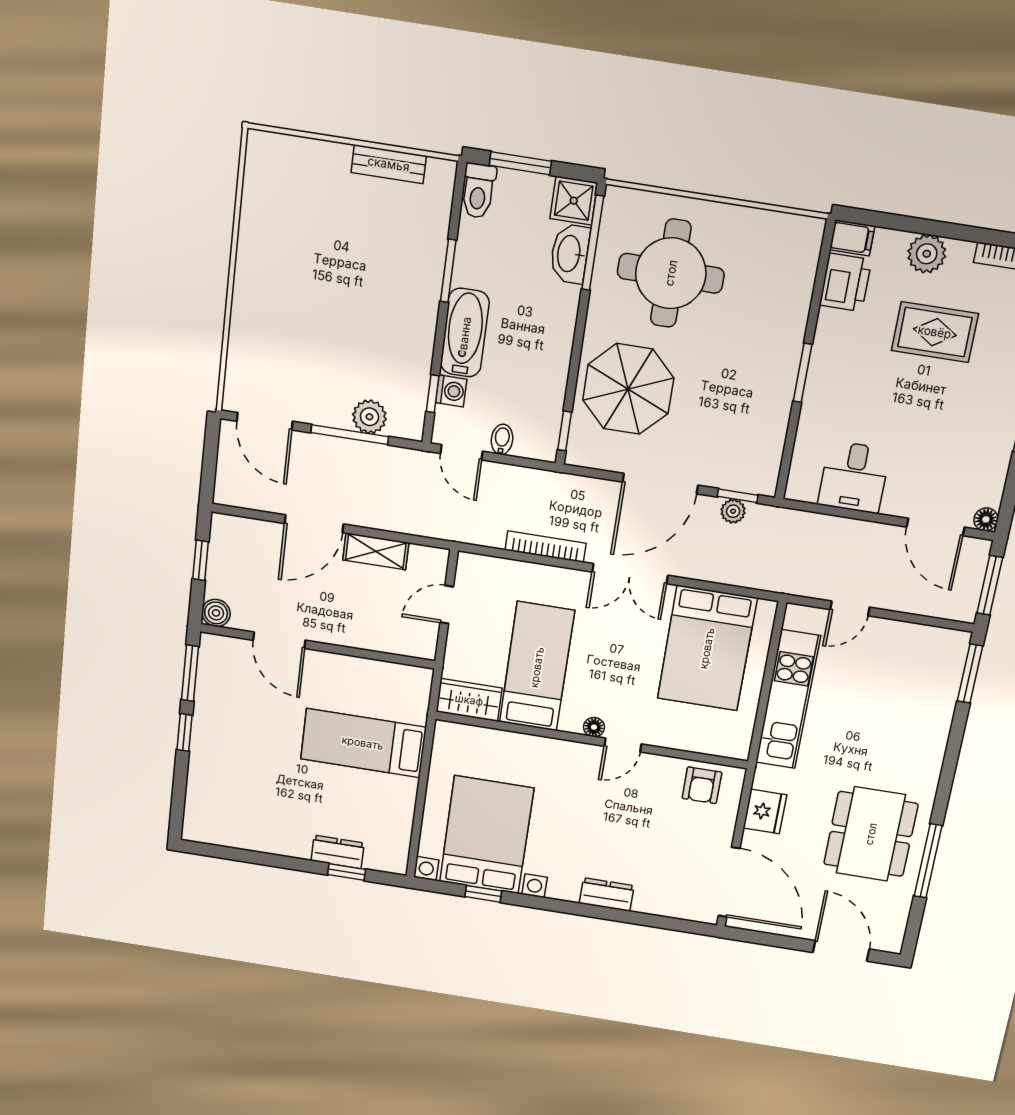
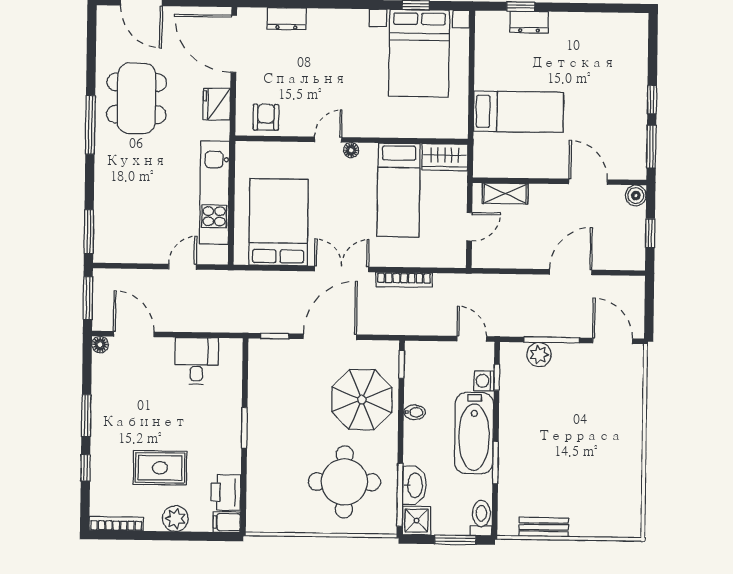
bathtub: (465, 333) -> (474, 433), width x1.36, depth x1.36
bidet: (502, 439) -> (415, 412), moved, turned -90
plant: (733, 511) -> (276, 325), removed
shelving: (376, 551) -> (505, 194), moved
window: (928, 861) -> (90, 125), moved
dresser: (607, 895) -> (286, 19), moved

